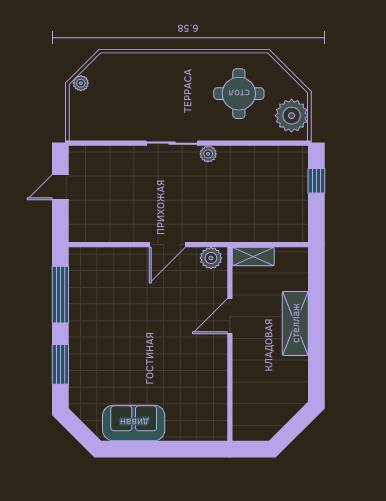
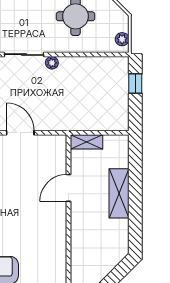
plant: (292, 116) -> (122, 39), width x0.53, depth x0.53
door: (167, 245) -> (20, 133), swing flipped
plant: (211, 258) -> (54, 143), removed

